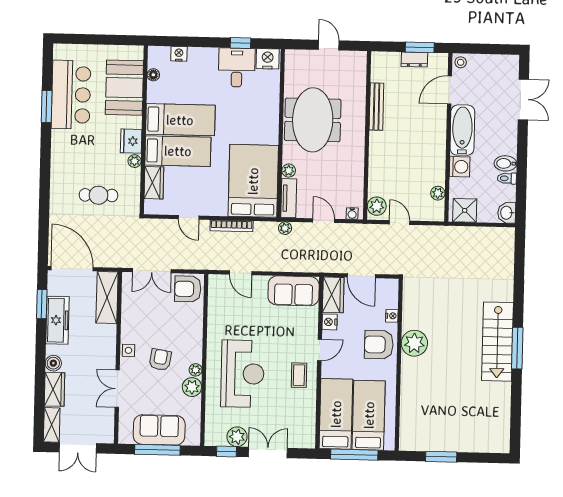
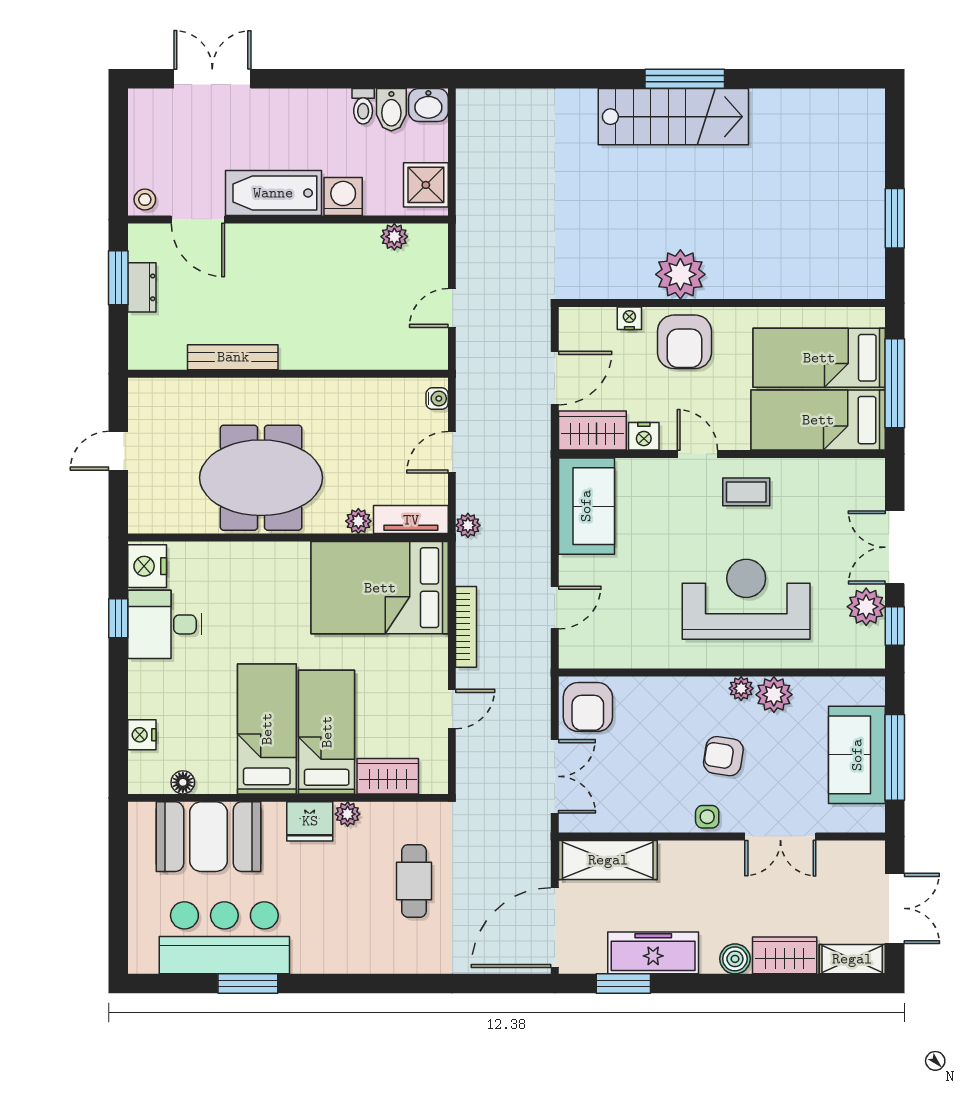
bidet: (505, 163) -> (391, 110), moved
plant: (377, 206) -> (422, 352), removed

